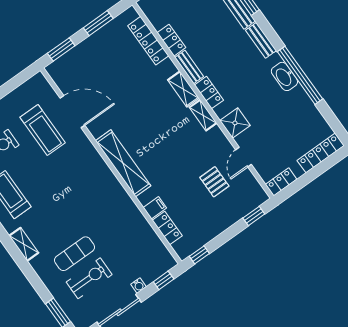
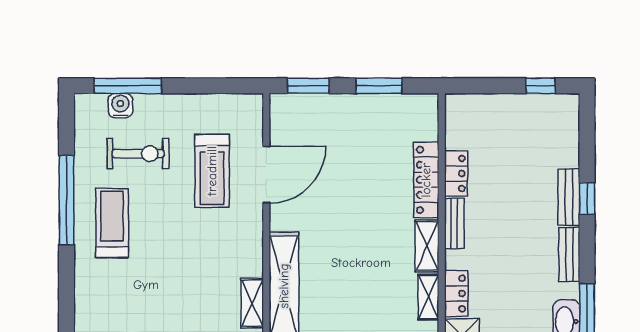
locker: (148, 41) -> (426, 180), moved
locker: (209, 93) -> (456, 294), moved
door: (72, 112) -> (266, 175), hinge flipped
shelving: (24, 244) -> (252, 303), moved

